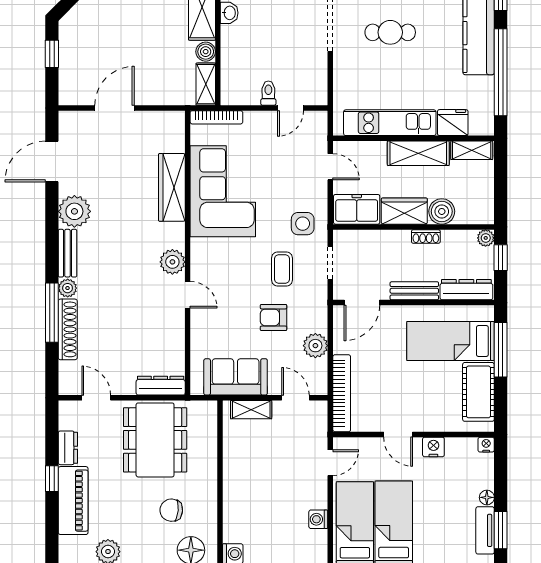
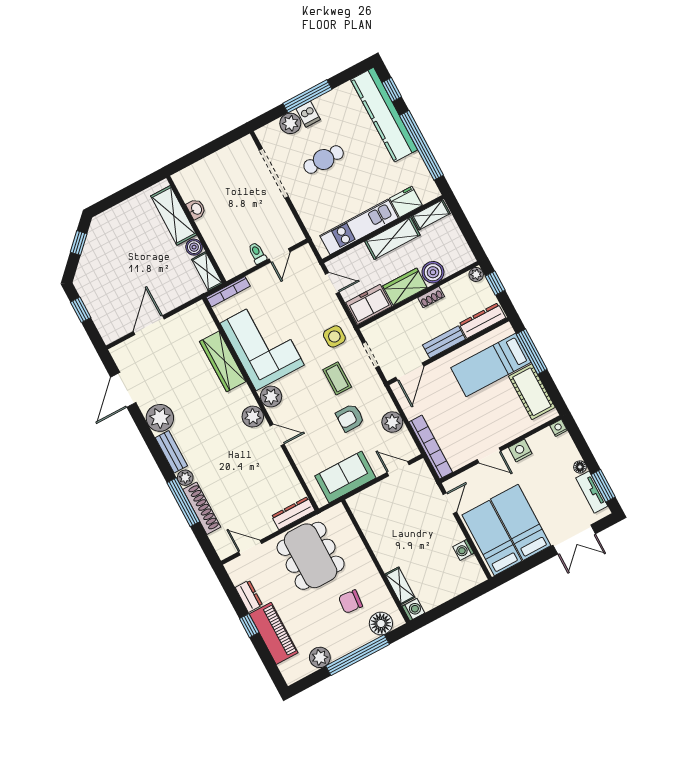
plant: (203, 251) -> (271, 397), added
shelving: (251, 410) -> (400, 586), moved, turned 90

